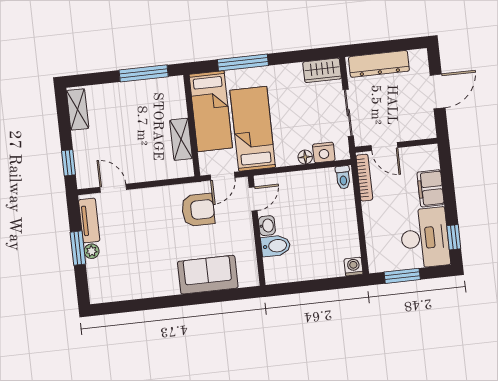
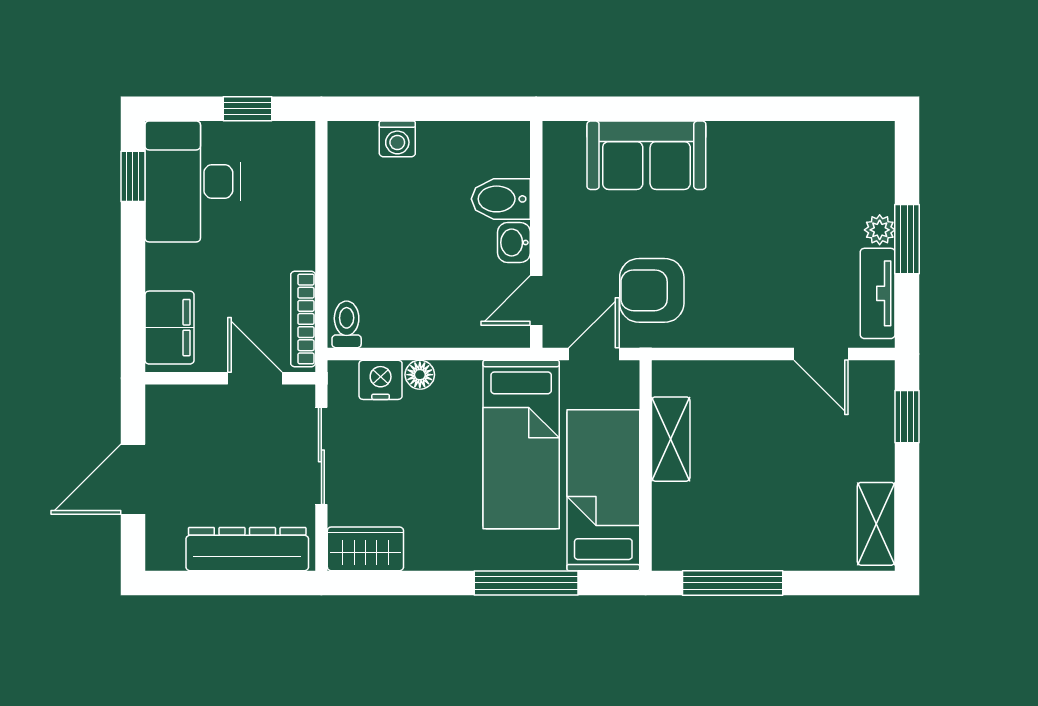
filing cabinet: (431, 188) -> (169, 328), moved
washing machine: (354, 267) -> (397, 139), moved
window: (402, 276) -> (247, 109), width x0.67

